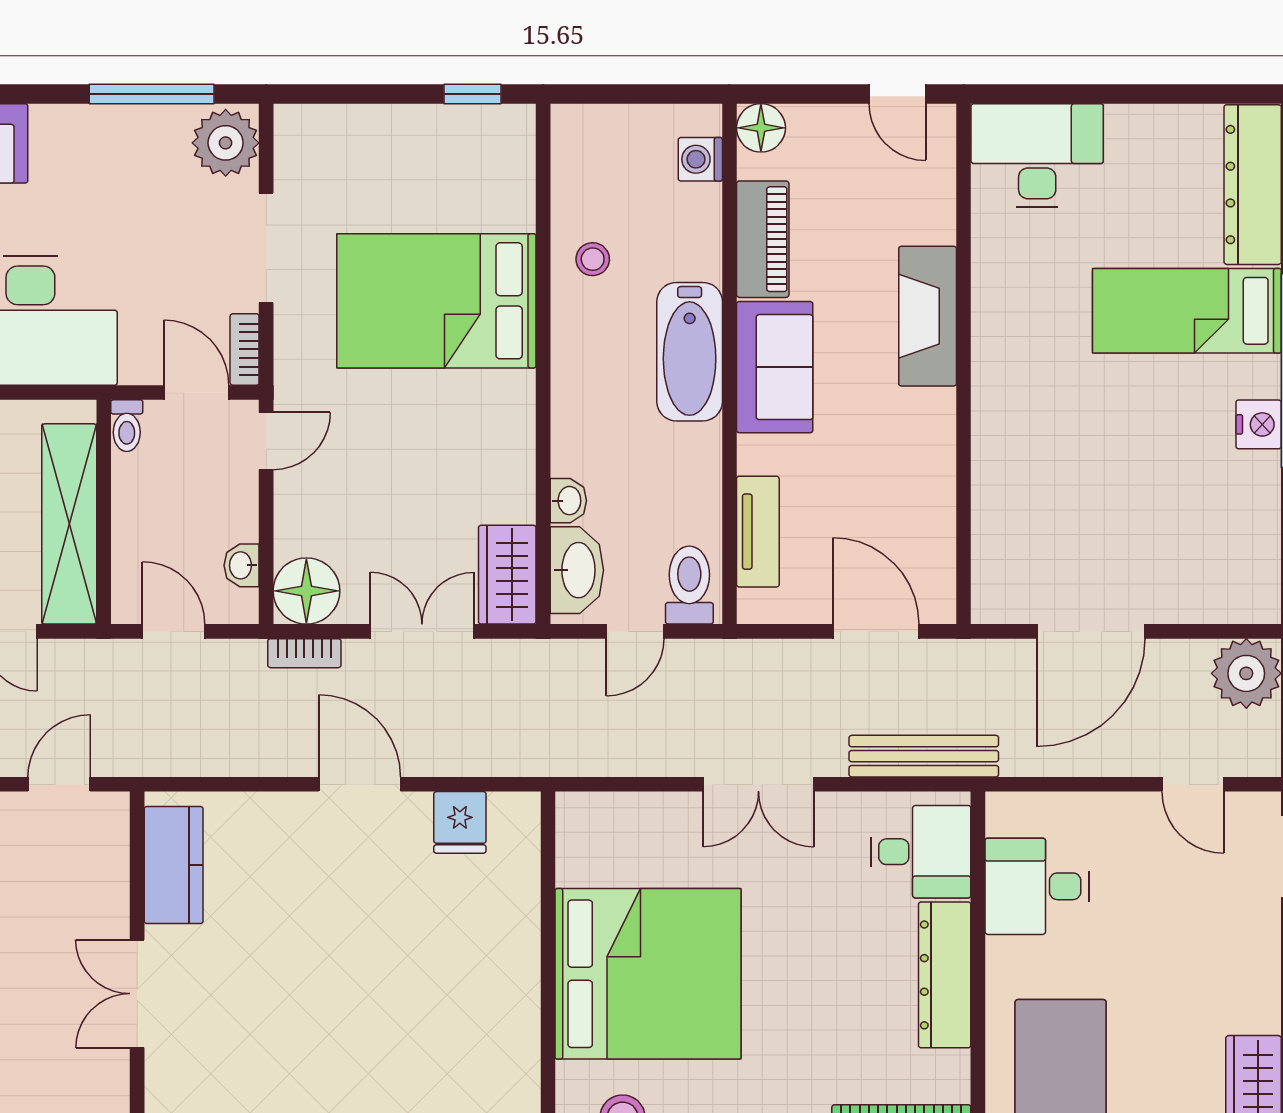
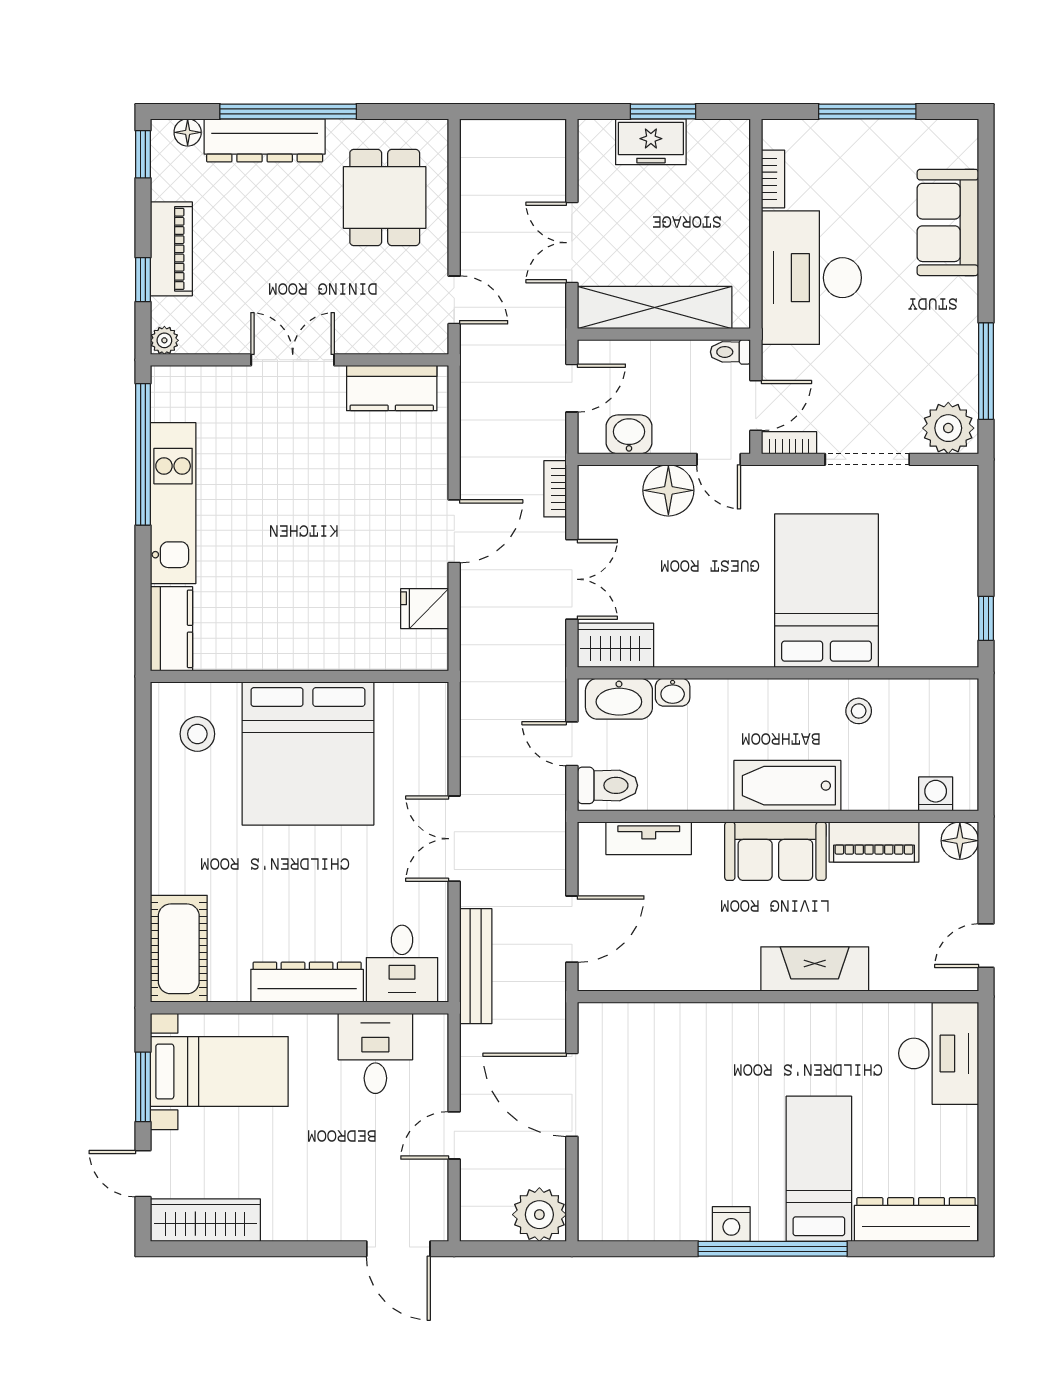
washbasin: (242, 565) -> (629, 434), width x1.38, depth x1.45
floor lamp: (306, 591) -> (668, 490), moved
door: (1193, 784) -> (454, 1135), moved

